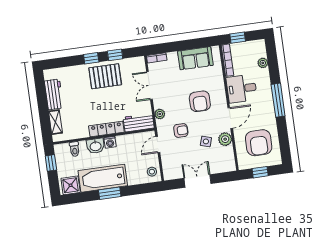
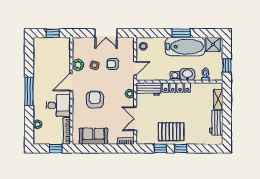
double door: (149, 85) -> (135, 119), swing flipped
armchair: (181, 131) -> (113, 64), moved
armchair: (259, 143) -> (50, 58), removed

